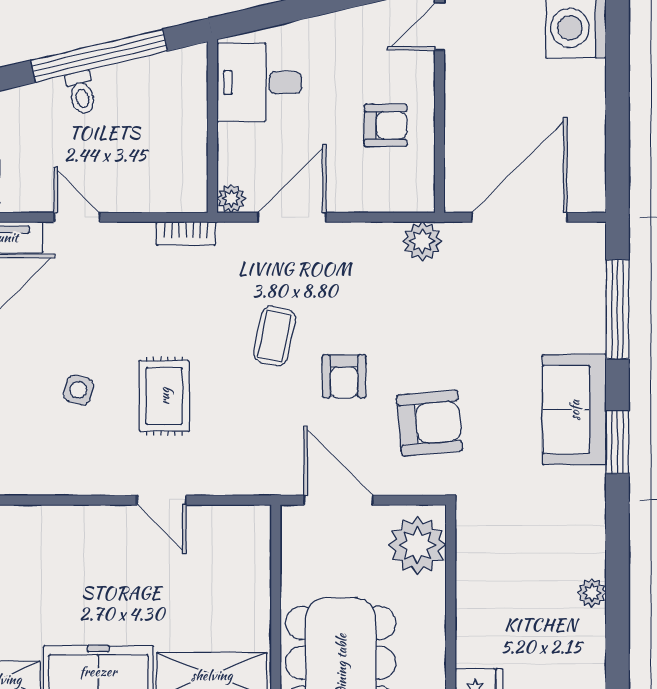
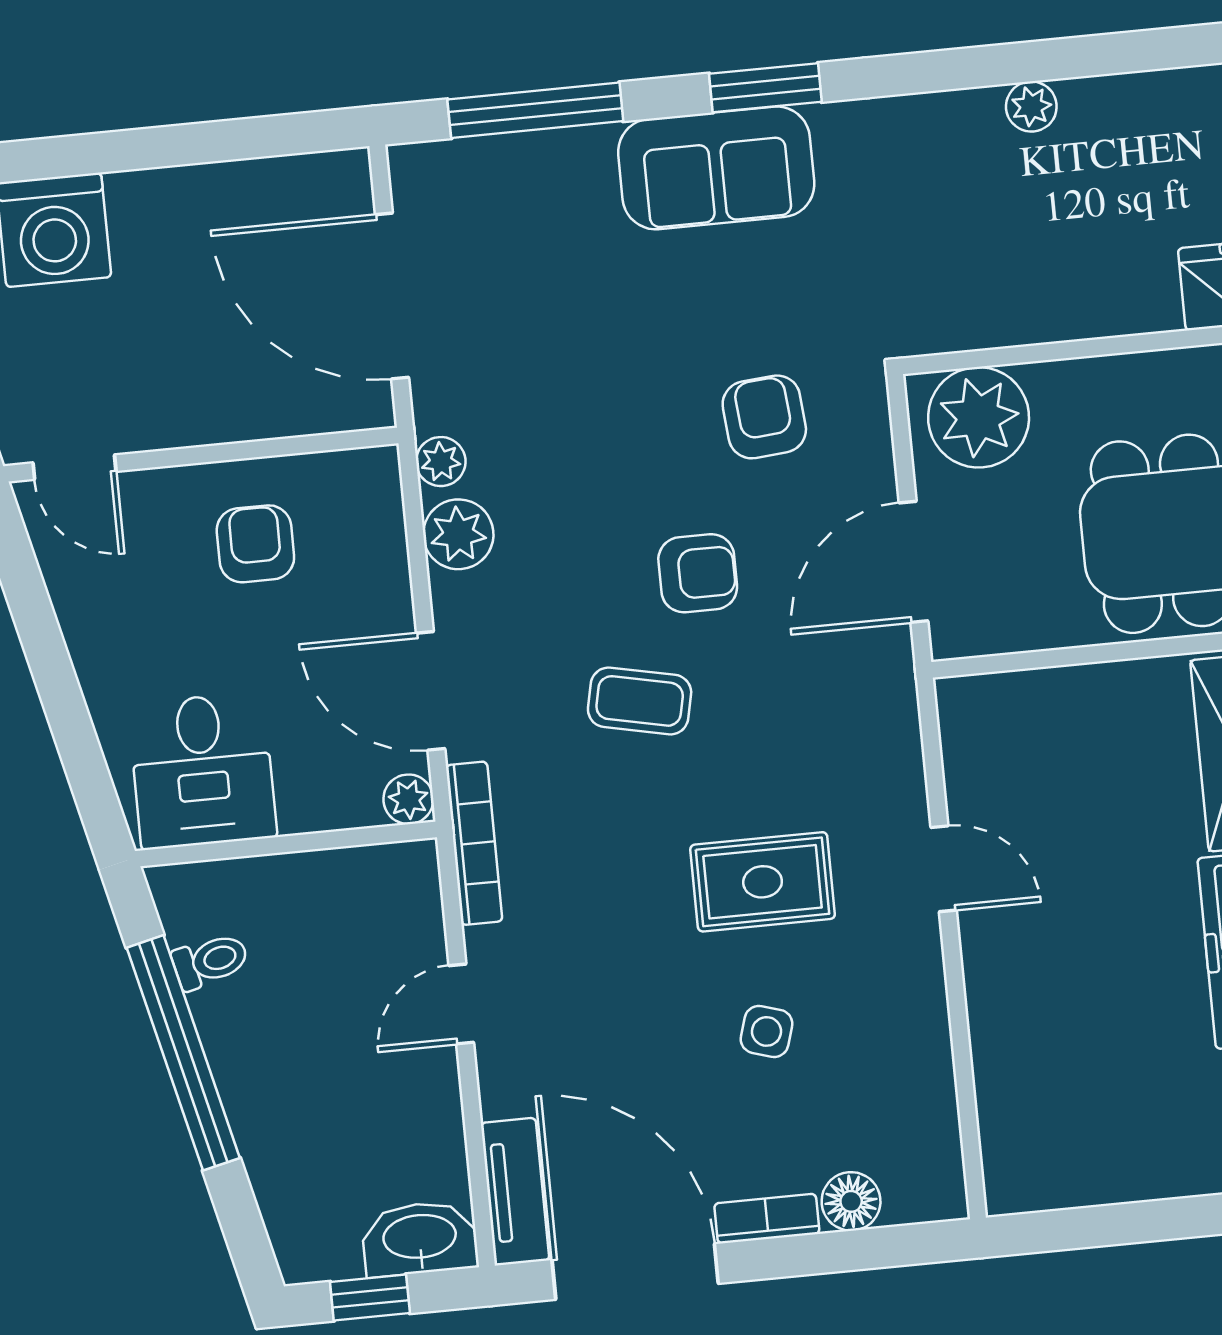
toilet: (81, 93) -> (210, 961), moved
door: (77, 217) -> (461, 1004), moved
bookcase: (186, 234) -> (474, 843), width x1.56
plant: (422, 241) -> (441, 462), width x0.73, depth x0.73
plant: (380, 242) -> (458, 534), added
armchair: (430, 423) -> (764, 417), width x0.72, depth x0.72
door: (162, 500) -> (944, 869), hinge flipped

